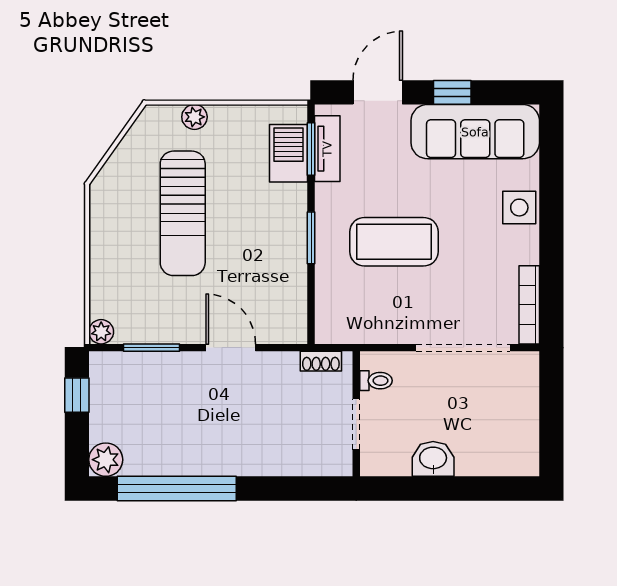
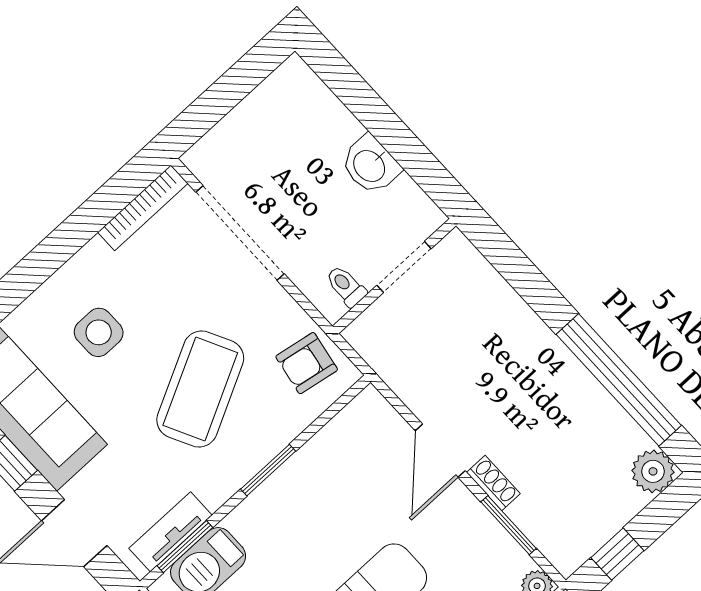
side table: (519, 208) -> (99, 332), moved
coffee table: (394, 242) -> (200, 389), turned 63
armchair: (352, 317) -> (307, 363), added
shoe rack: (321, 361) -> (493, 483), moved

